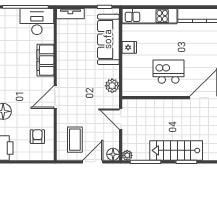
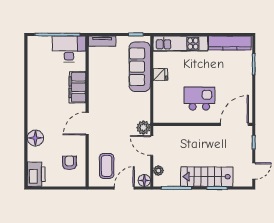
plant: (112, 86) -> (143, 127), moved
plant: (127, 155) -> (158, 171), moved

